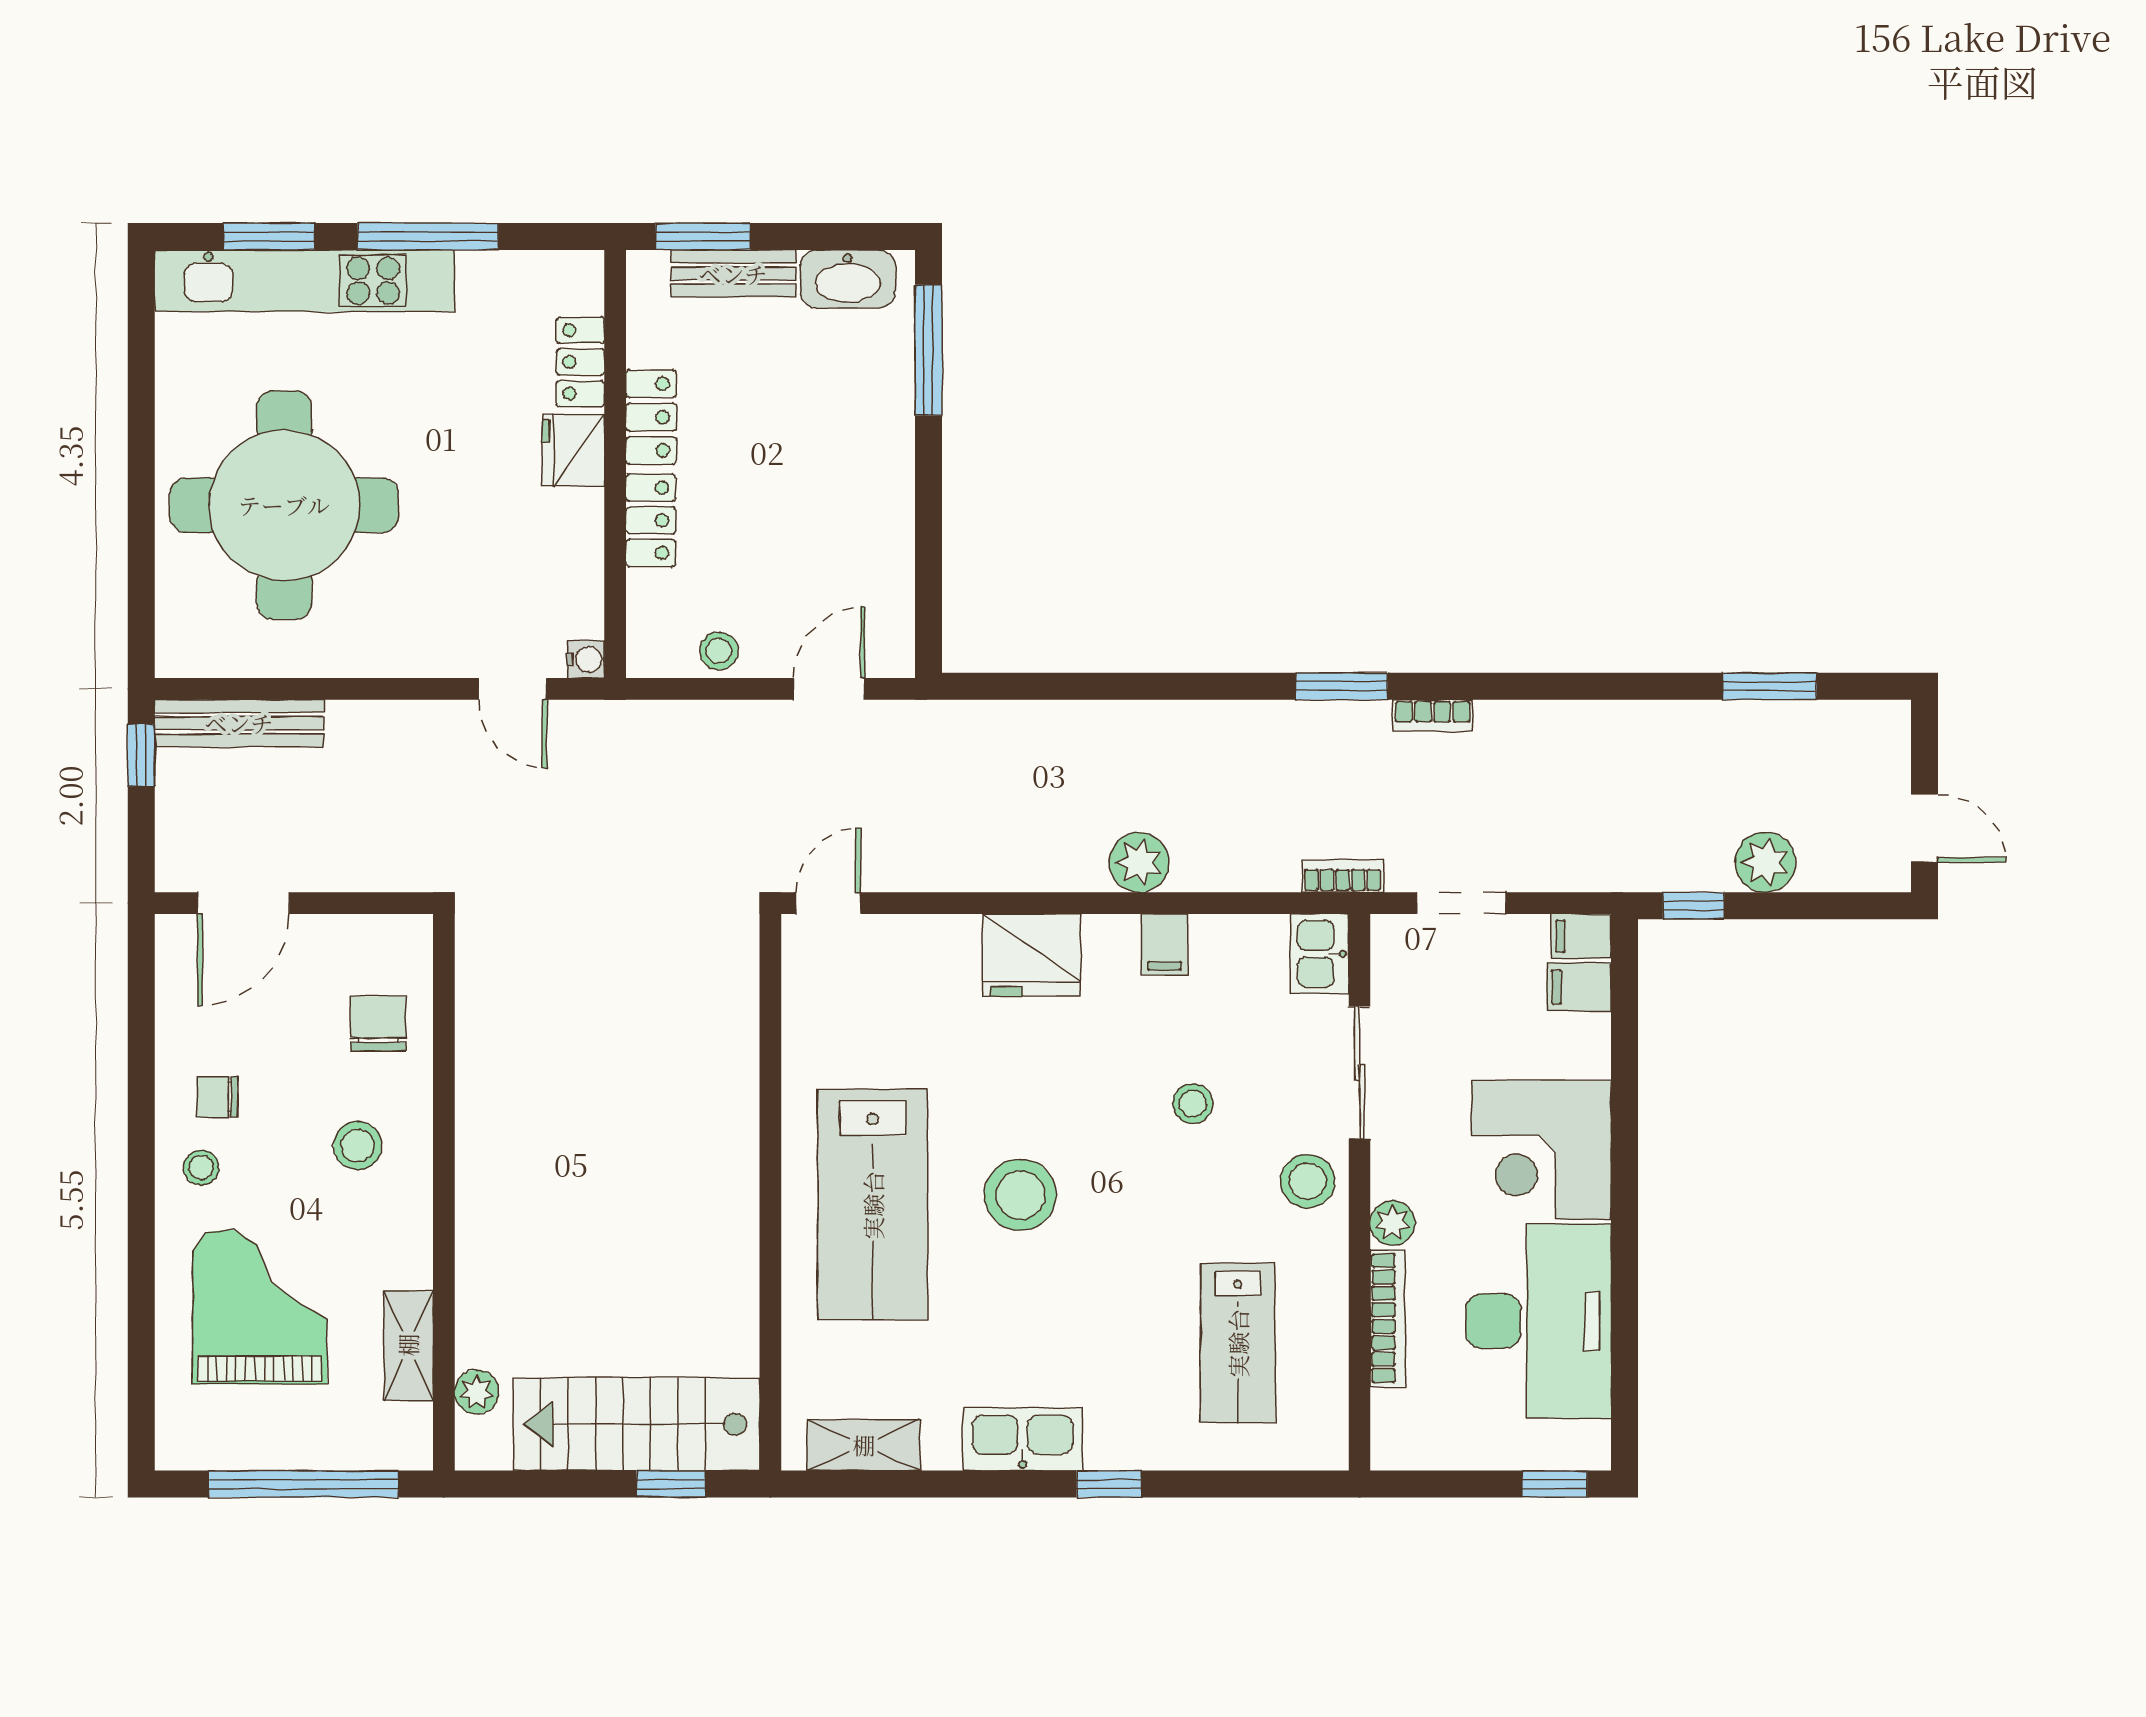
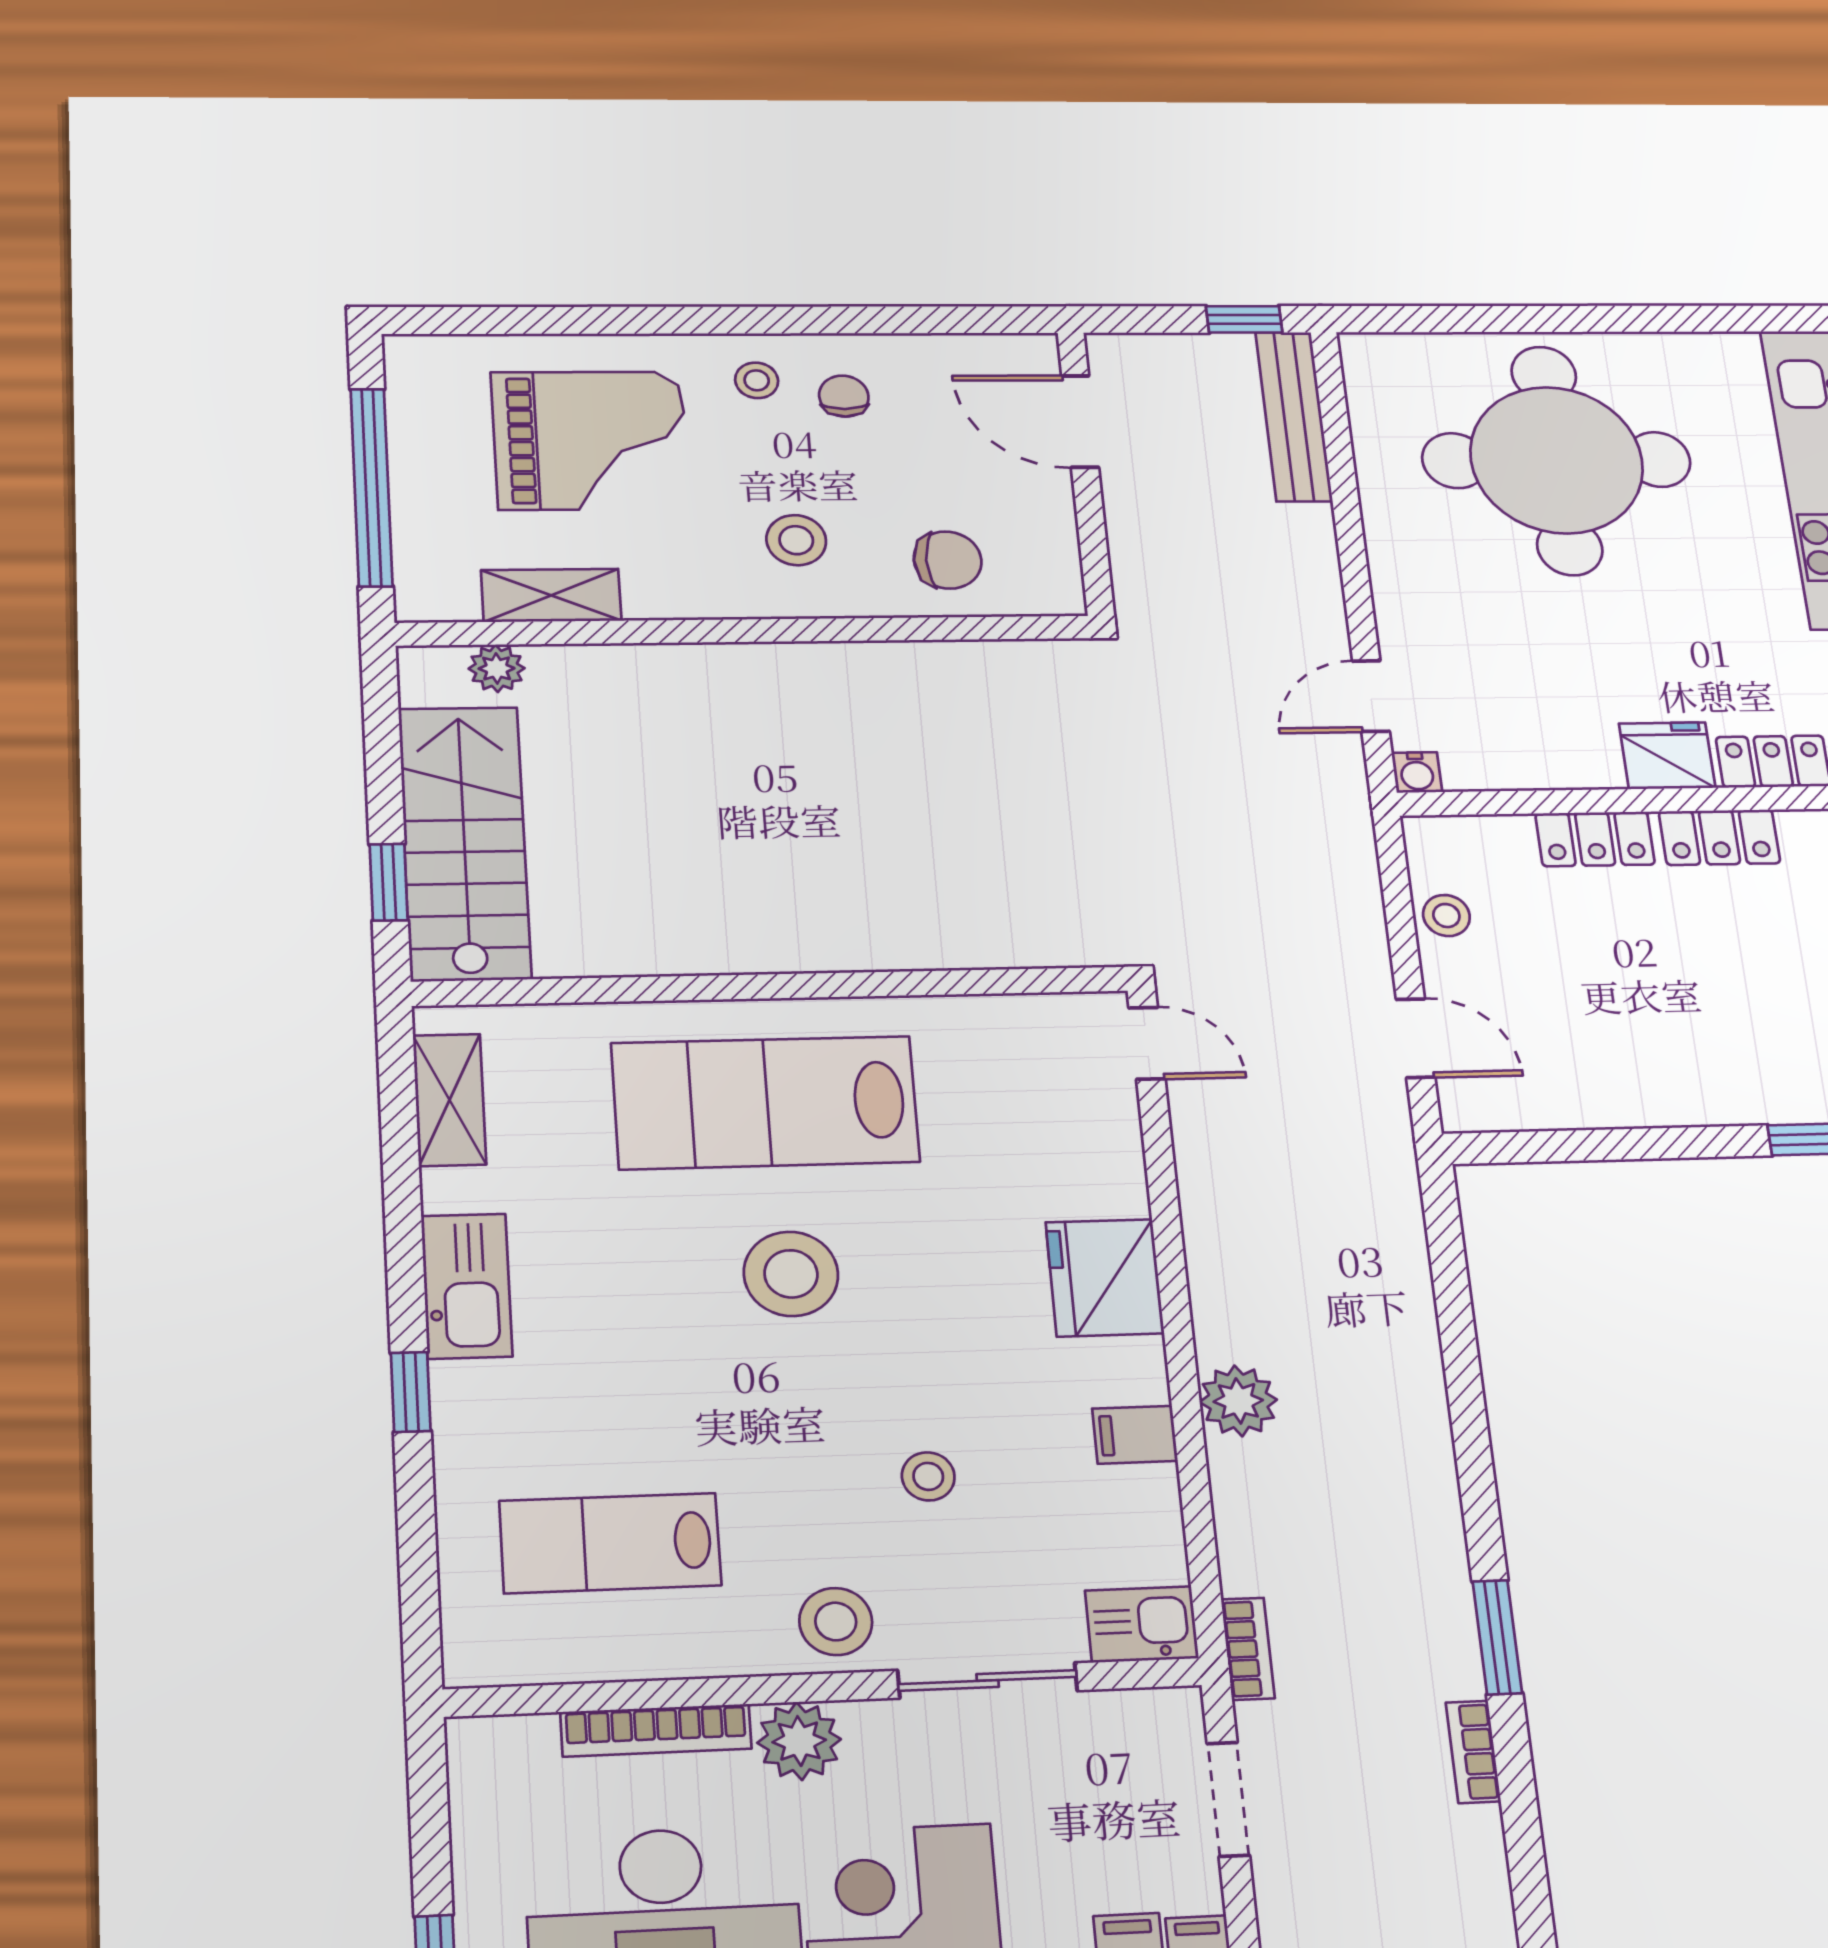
plant: (1393, 1223) -> (799, 1741), width x1.38, depth x1.38

